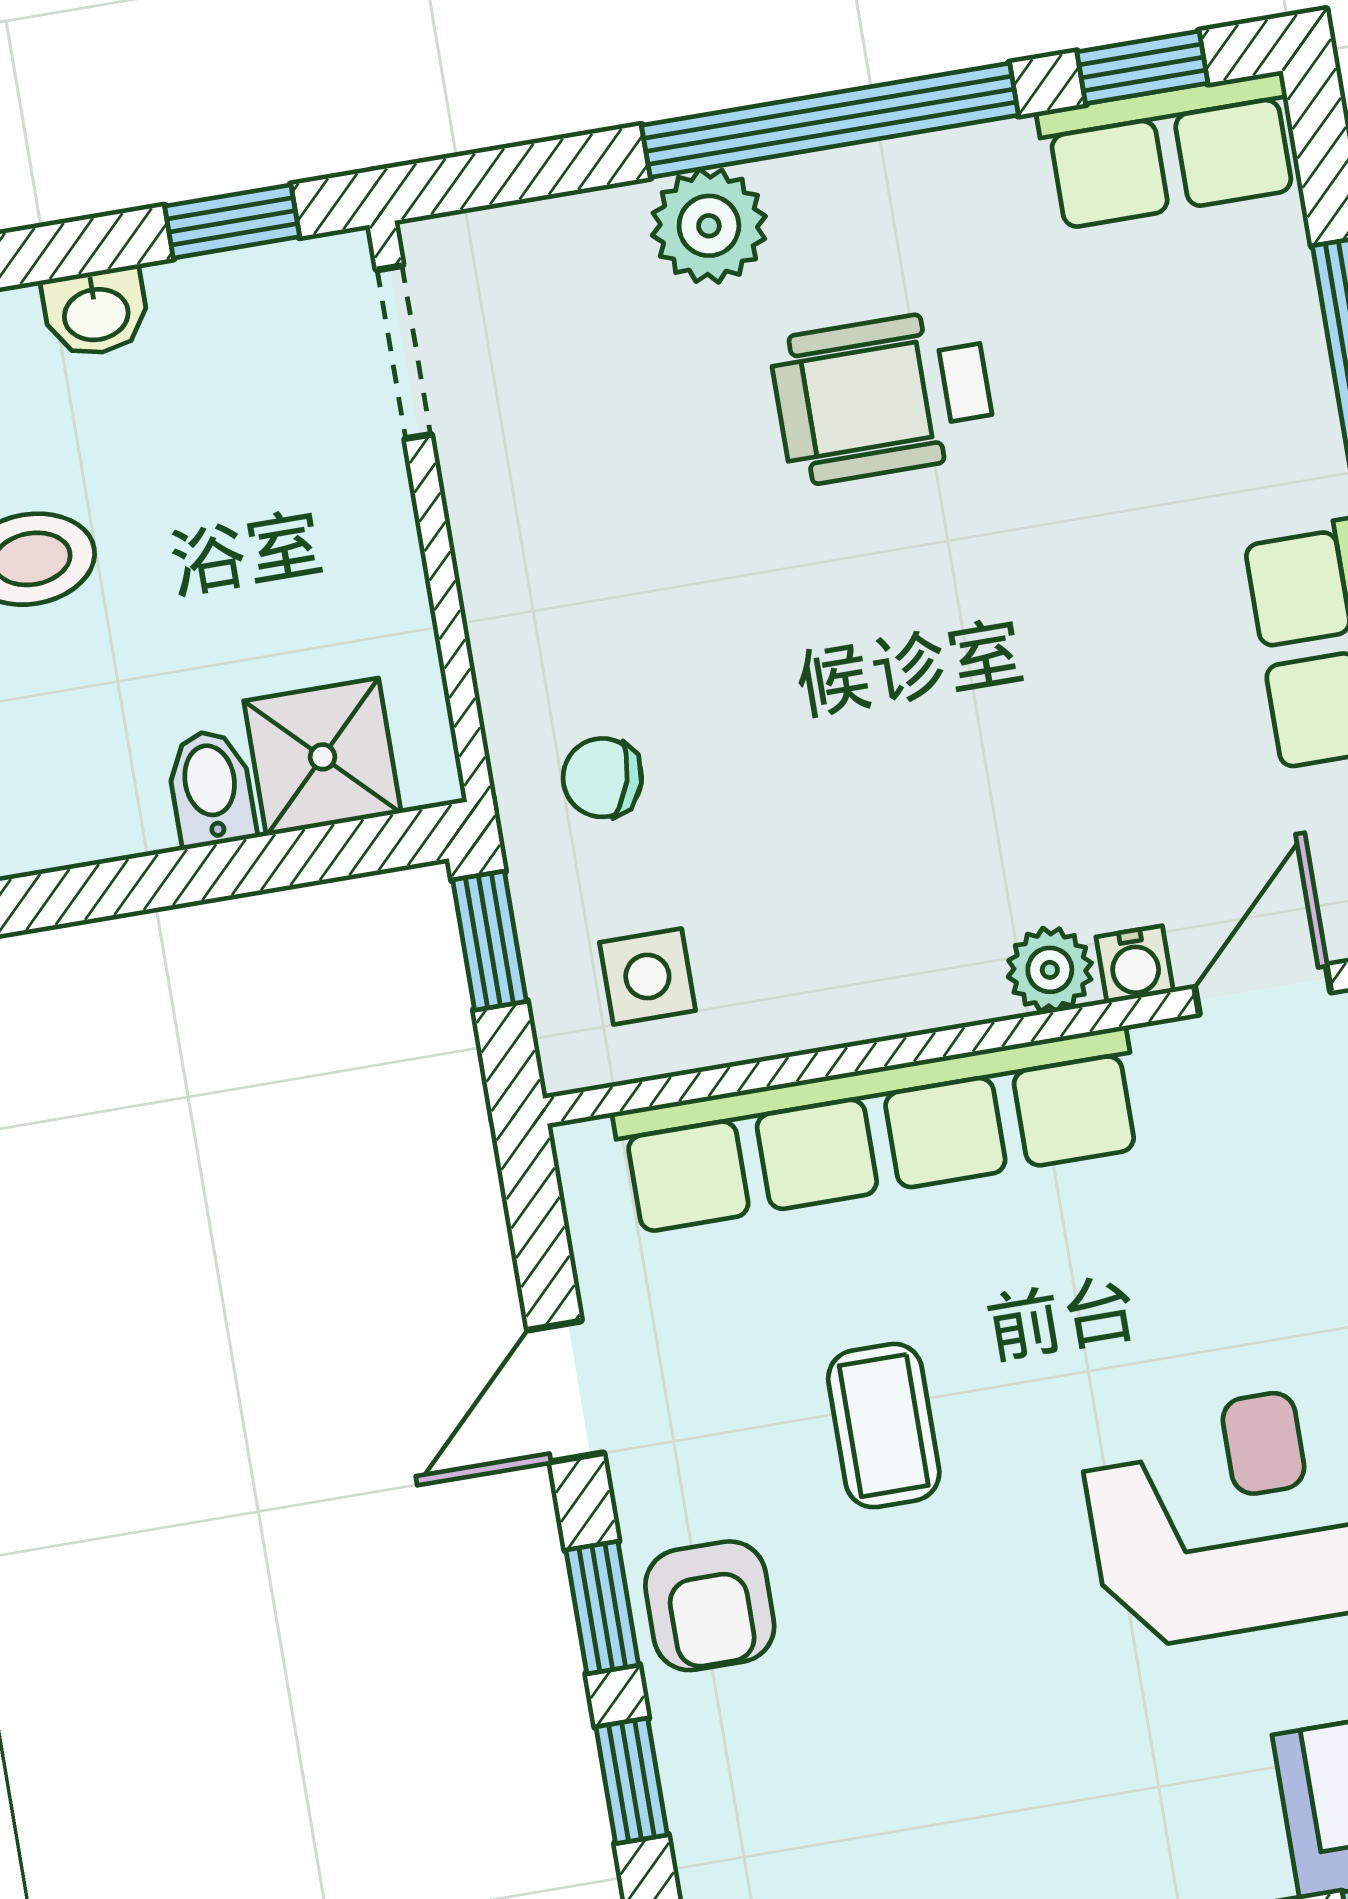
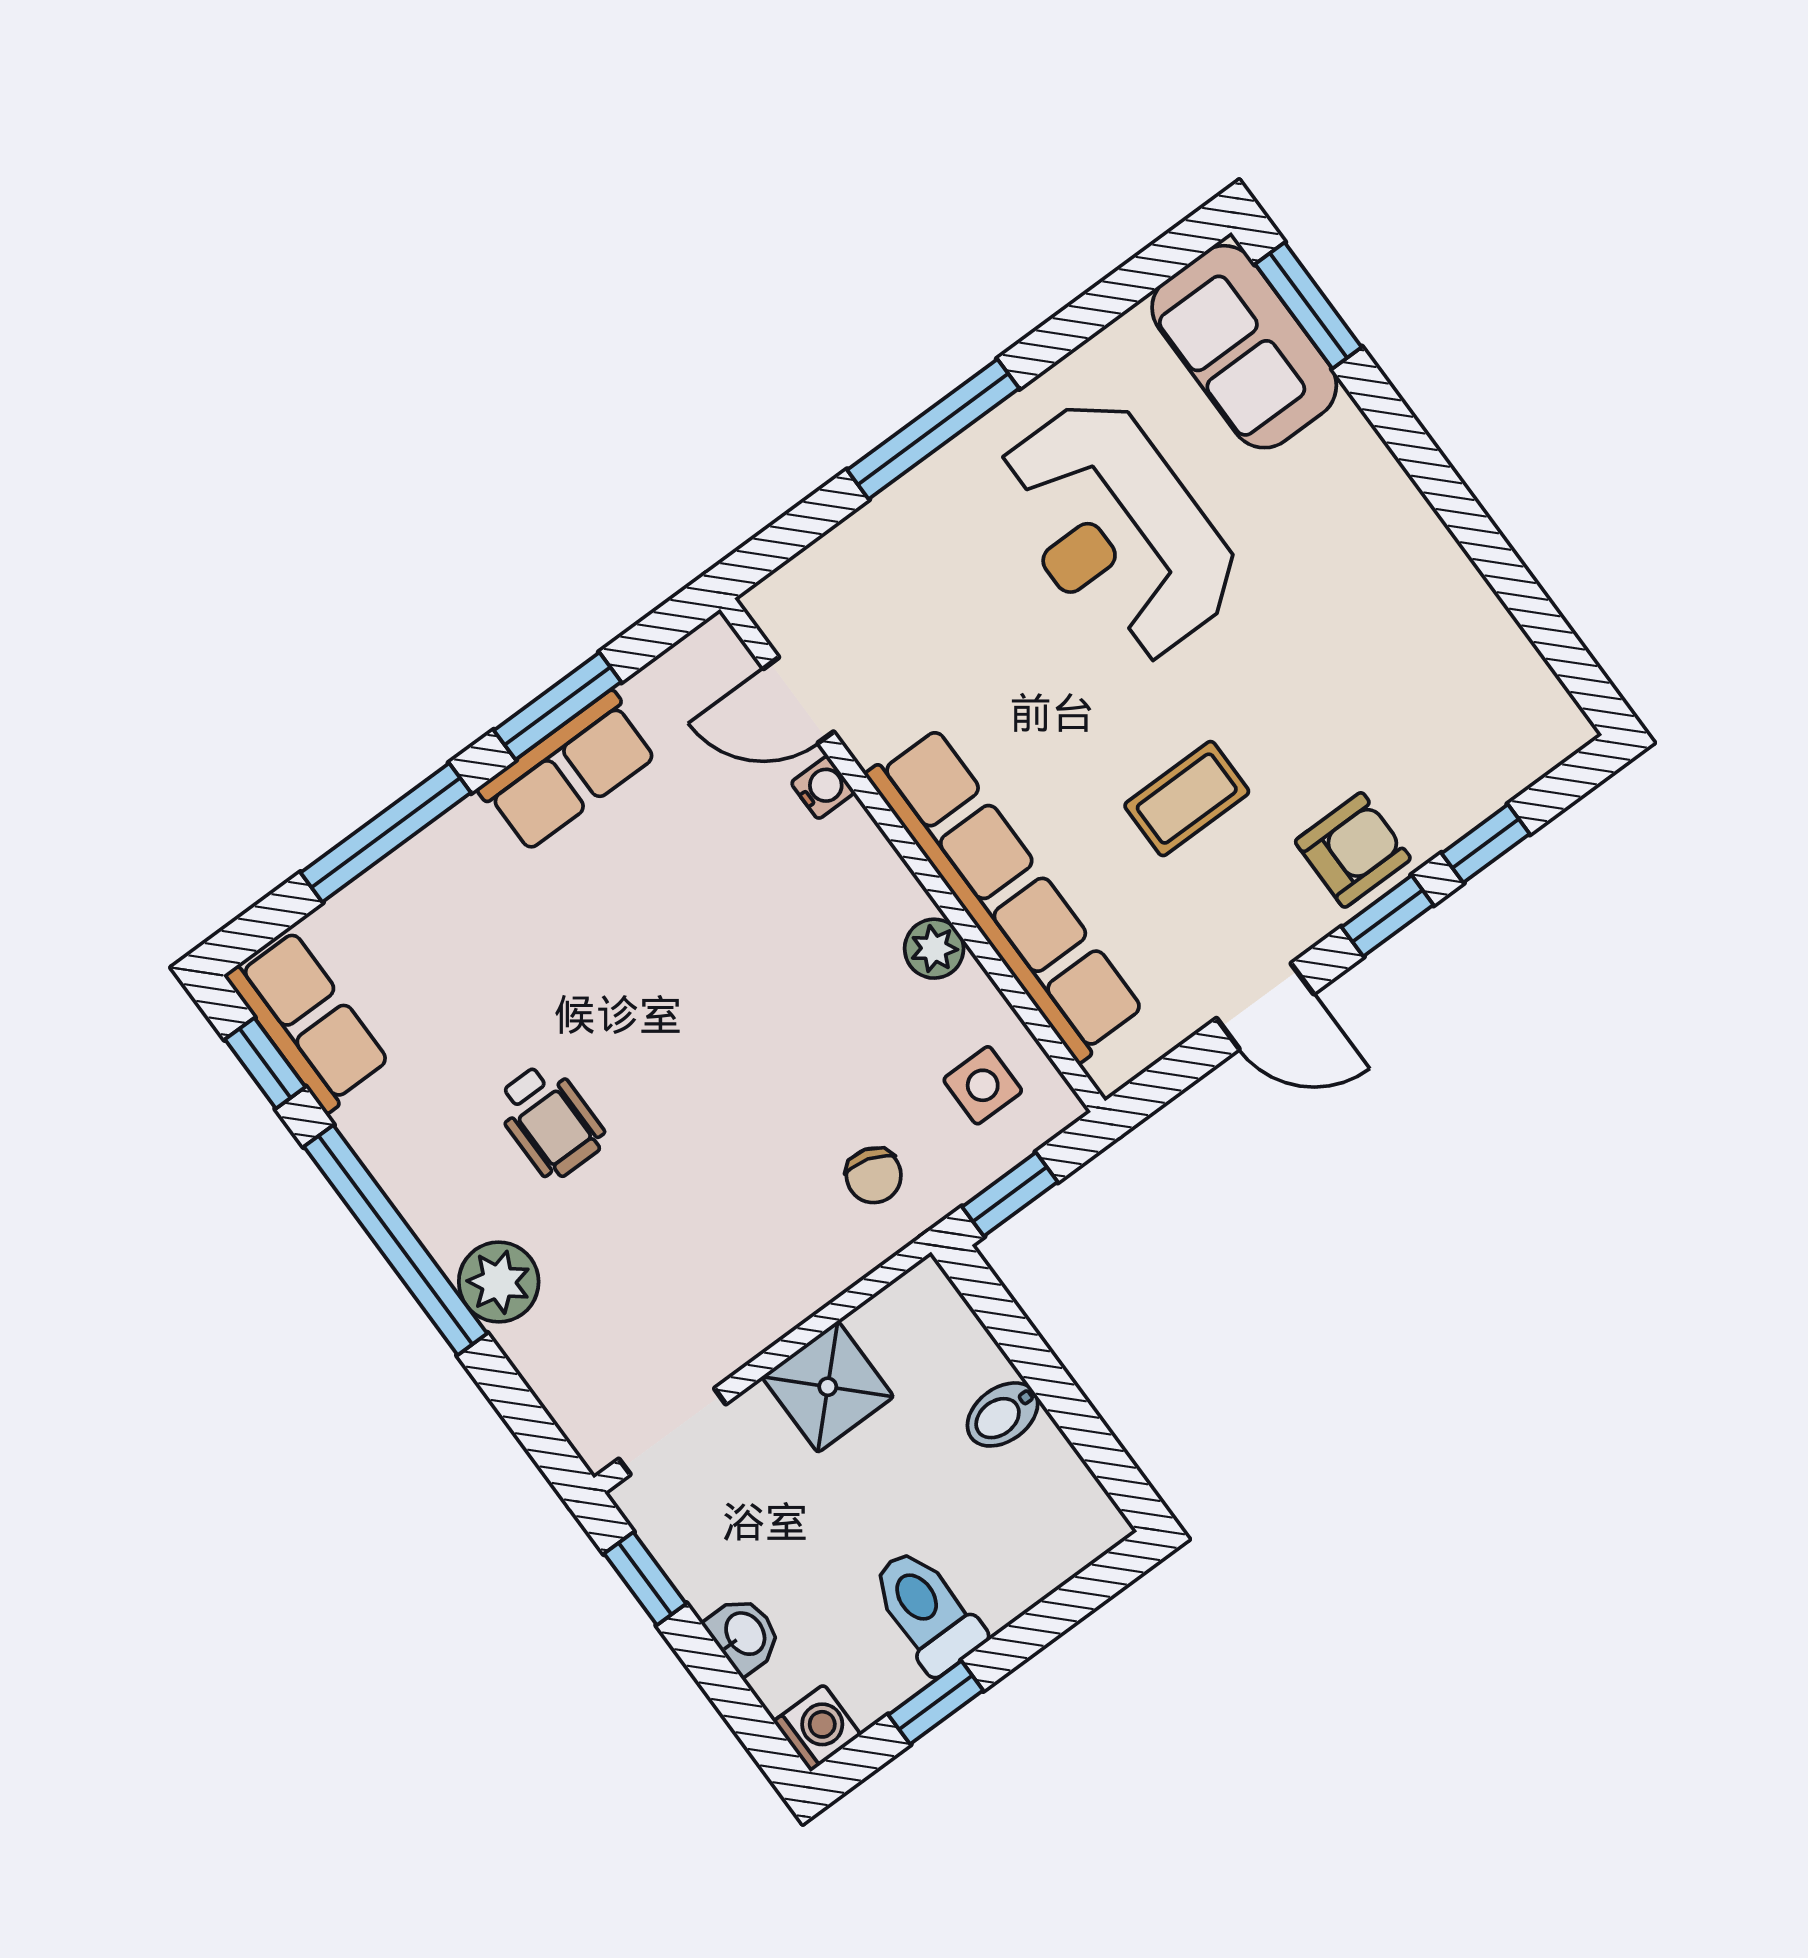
wheelchair: (883, 396) -> (550, 1121), width x0.73, depth x0.73
shower: (322, 757) -> (828, 1387), moved
plant: (1050, 970) -> (934, 949), moved

